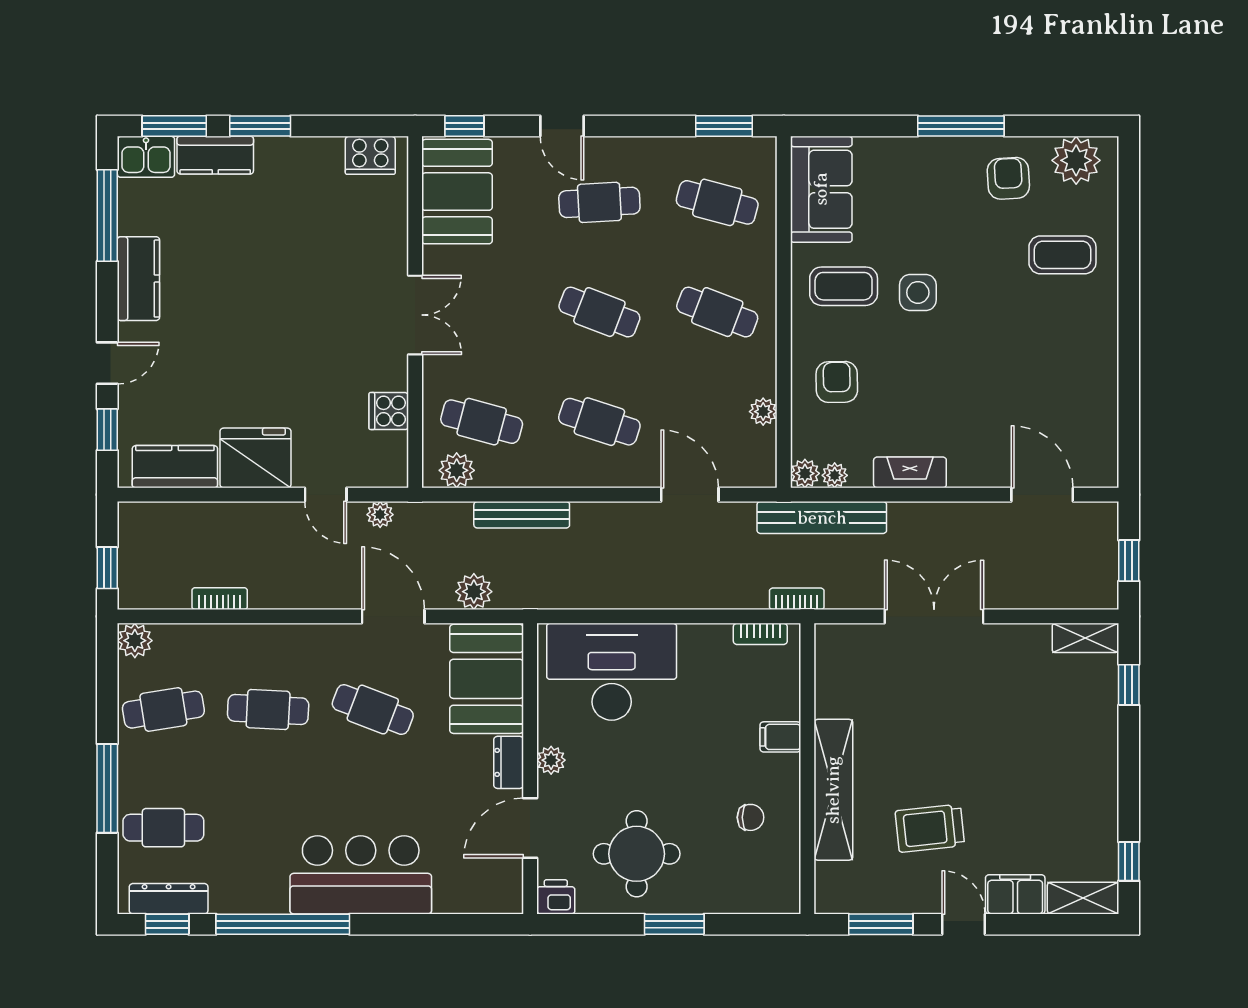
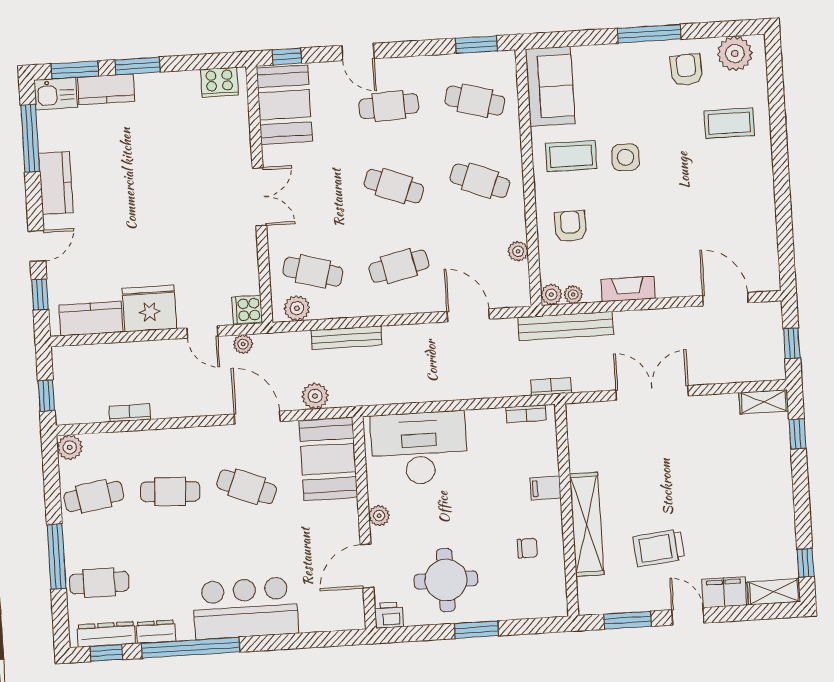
cooker: (389, 411) -> (247, 310), moved
cafe table: (599, 422) -> (399, 266), turned -30
dresser: (509, 762) -> (156, 632), moved, turned 90

